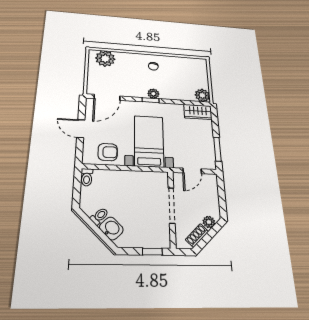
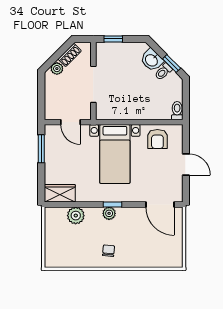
plant: (105, 59) -> (164, 256), removed
plant: (202, 95) -> (76, 216), moved
door: (107, 97) -> (160, 205), swing flipped
armchair: (108, 152) -> (157, 139), turned -90
door: (192, 171) -> (71, 122), swing flipped
window: (90, 224) -> (172, 64), added

